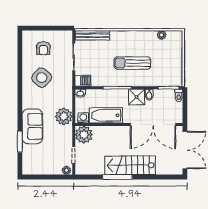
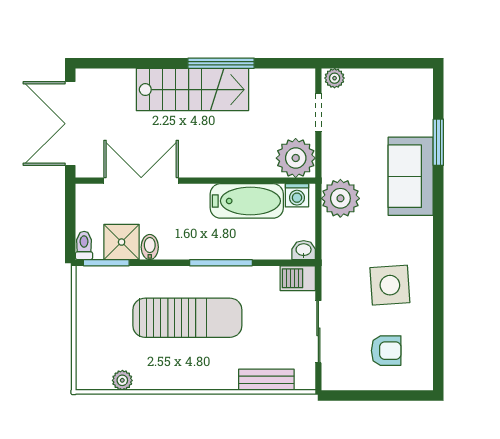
bench: (92, 35) -> (266, 380), width x0.73
armchair: (43, 48) -> (386, 351), turned 90
sun lounger: (132, 63) -> (187, 318), width x1.36, depth x1.34
side table: (42, 78) -> (390, 285), turned 45
shower: (137, 97) -> (122, 242), moved
double door: (153, 124) -> (141, 181), width x0.73

